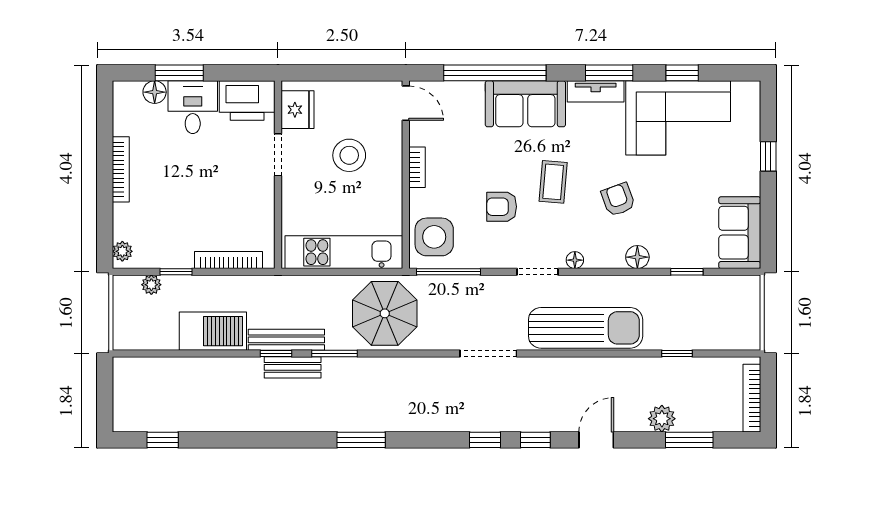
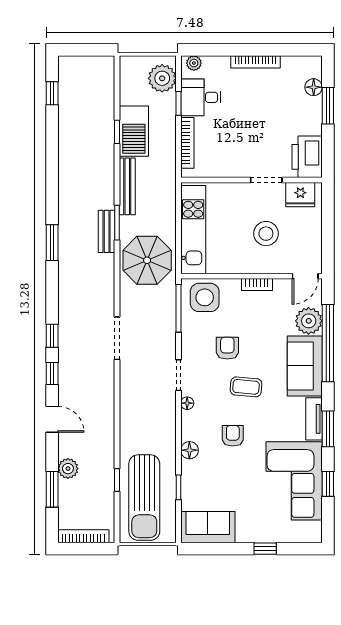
plant: (465, 98) -> (309, 321), added
desk: (193, 107) -> (201, 97), moved, turned 180
armchair: (618, 199) -> (233, 436), turned -70
plant: (151, 285) -> (162, 78), width x1.88, depth x1.88
sun lounger: (586, 328) -> (144, 498), moved
window: (276, 354) -> (117, 132), moved
bench: (293, 367) -> (107, 231), moved

